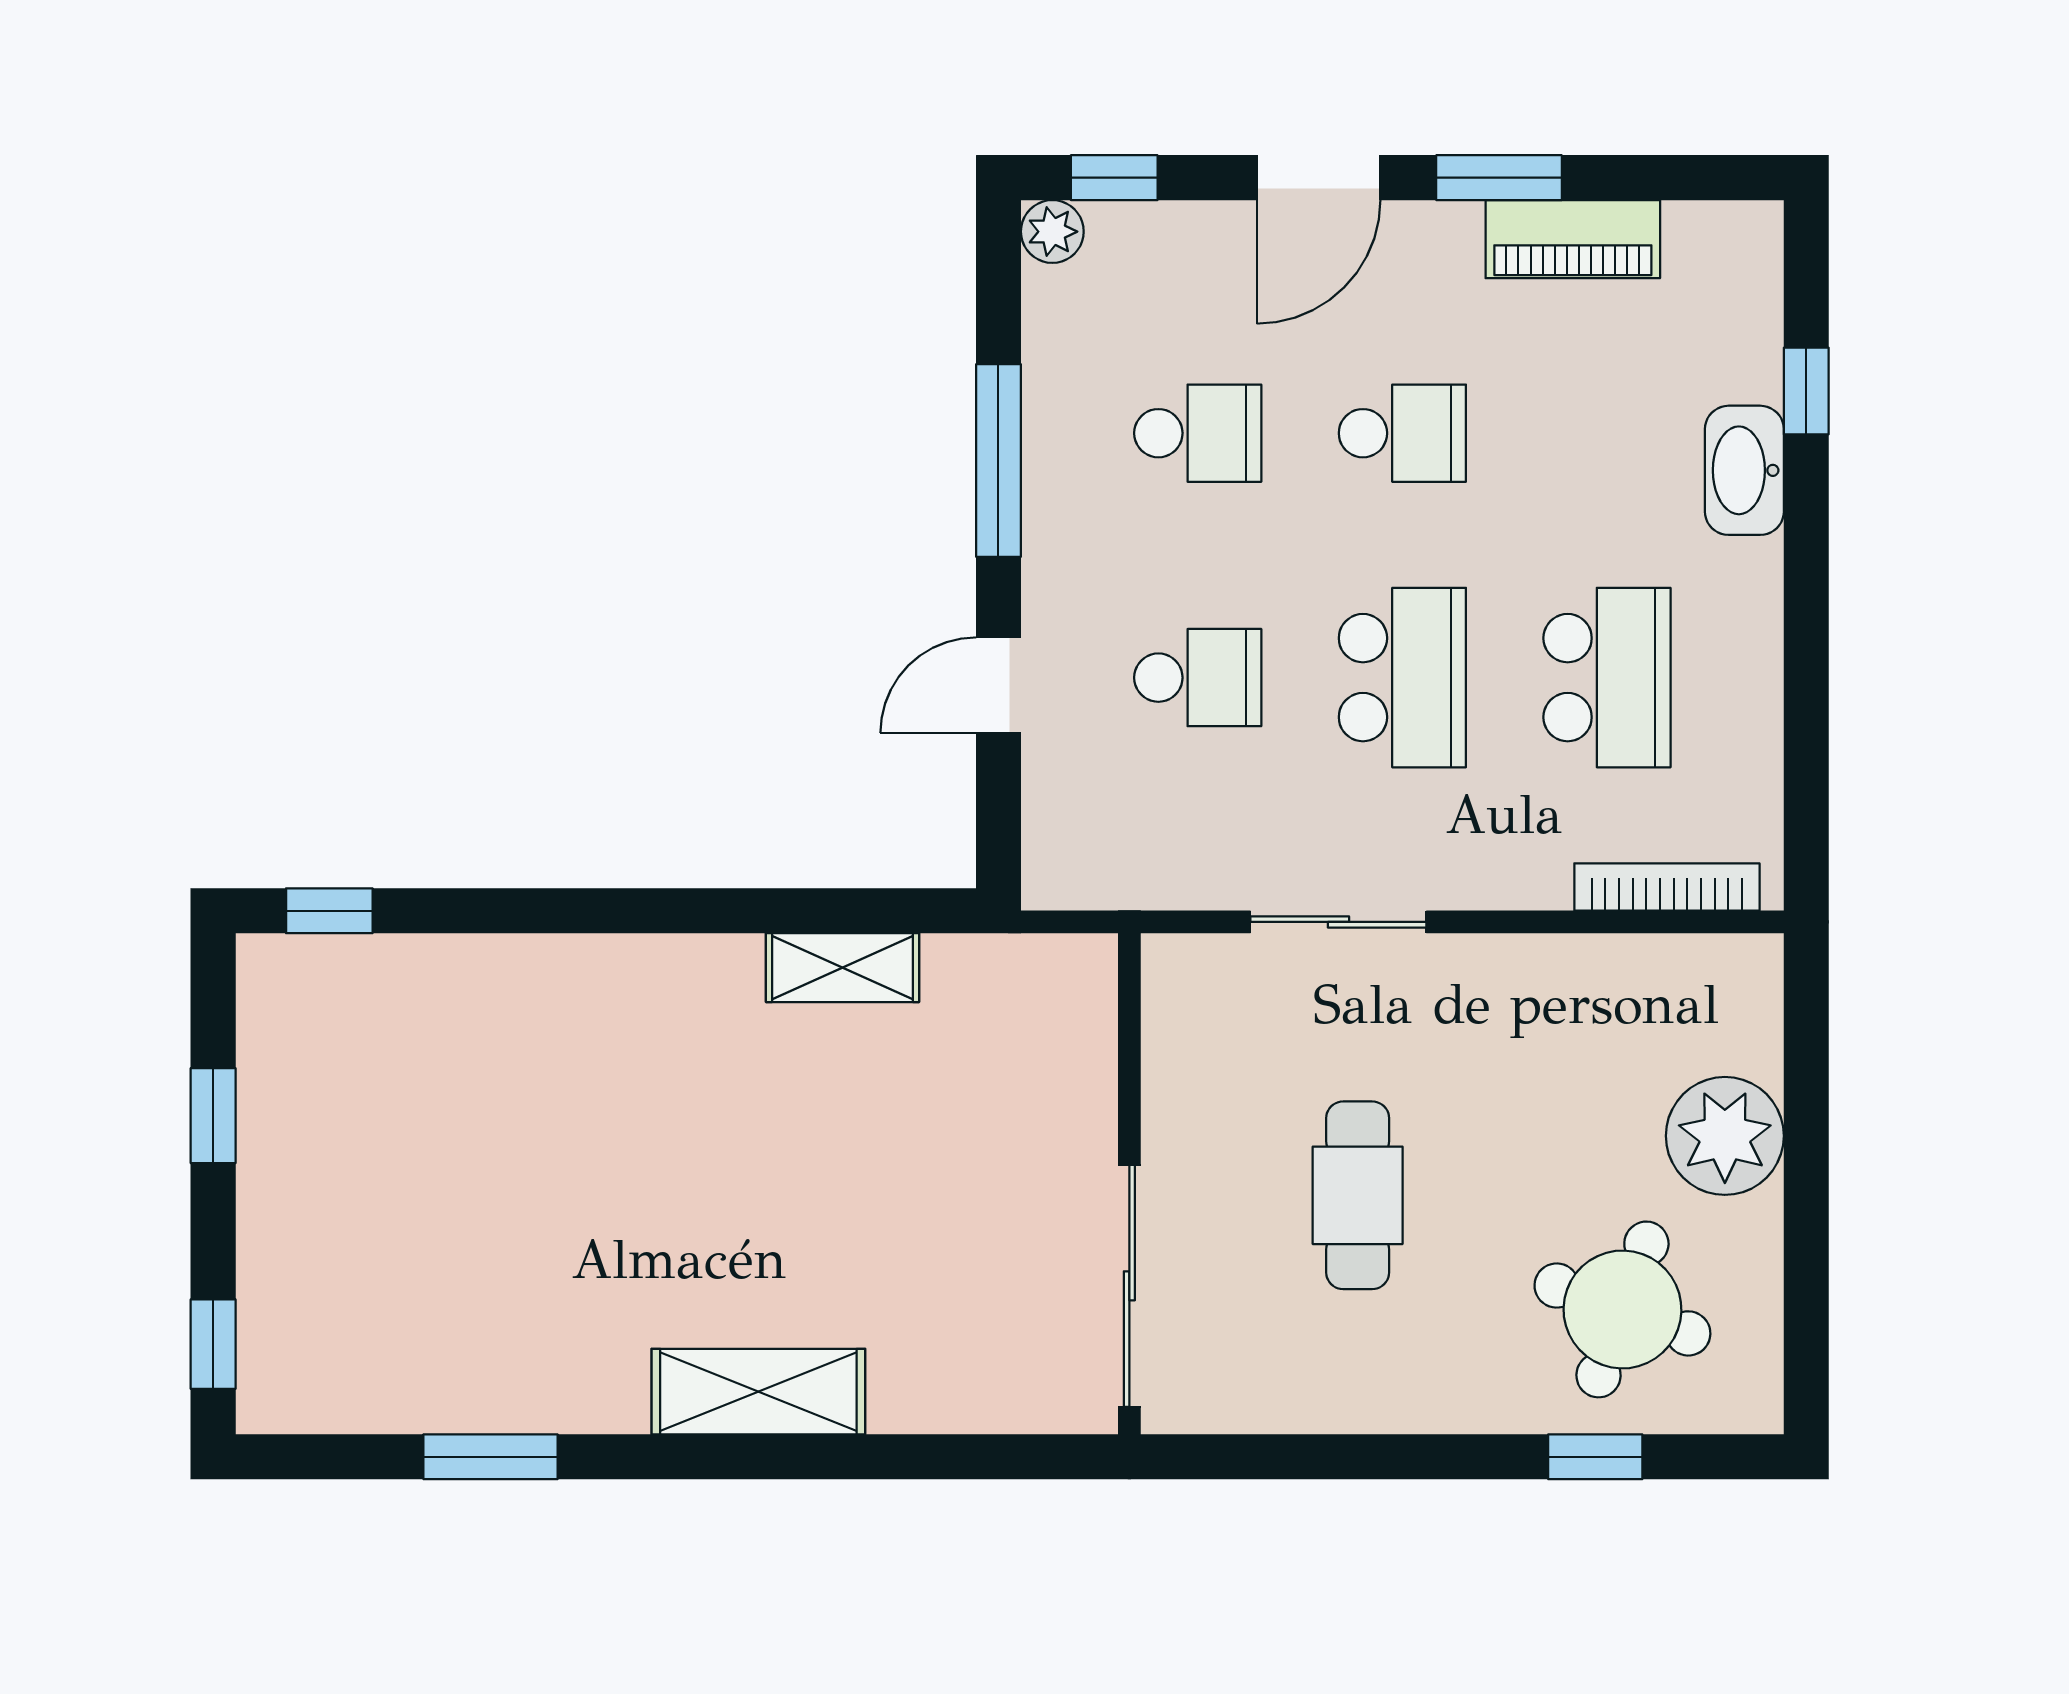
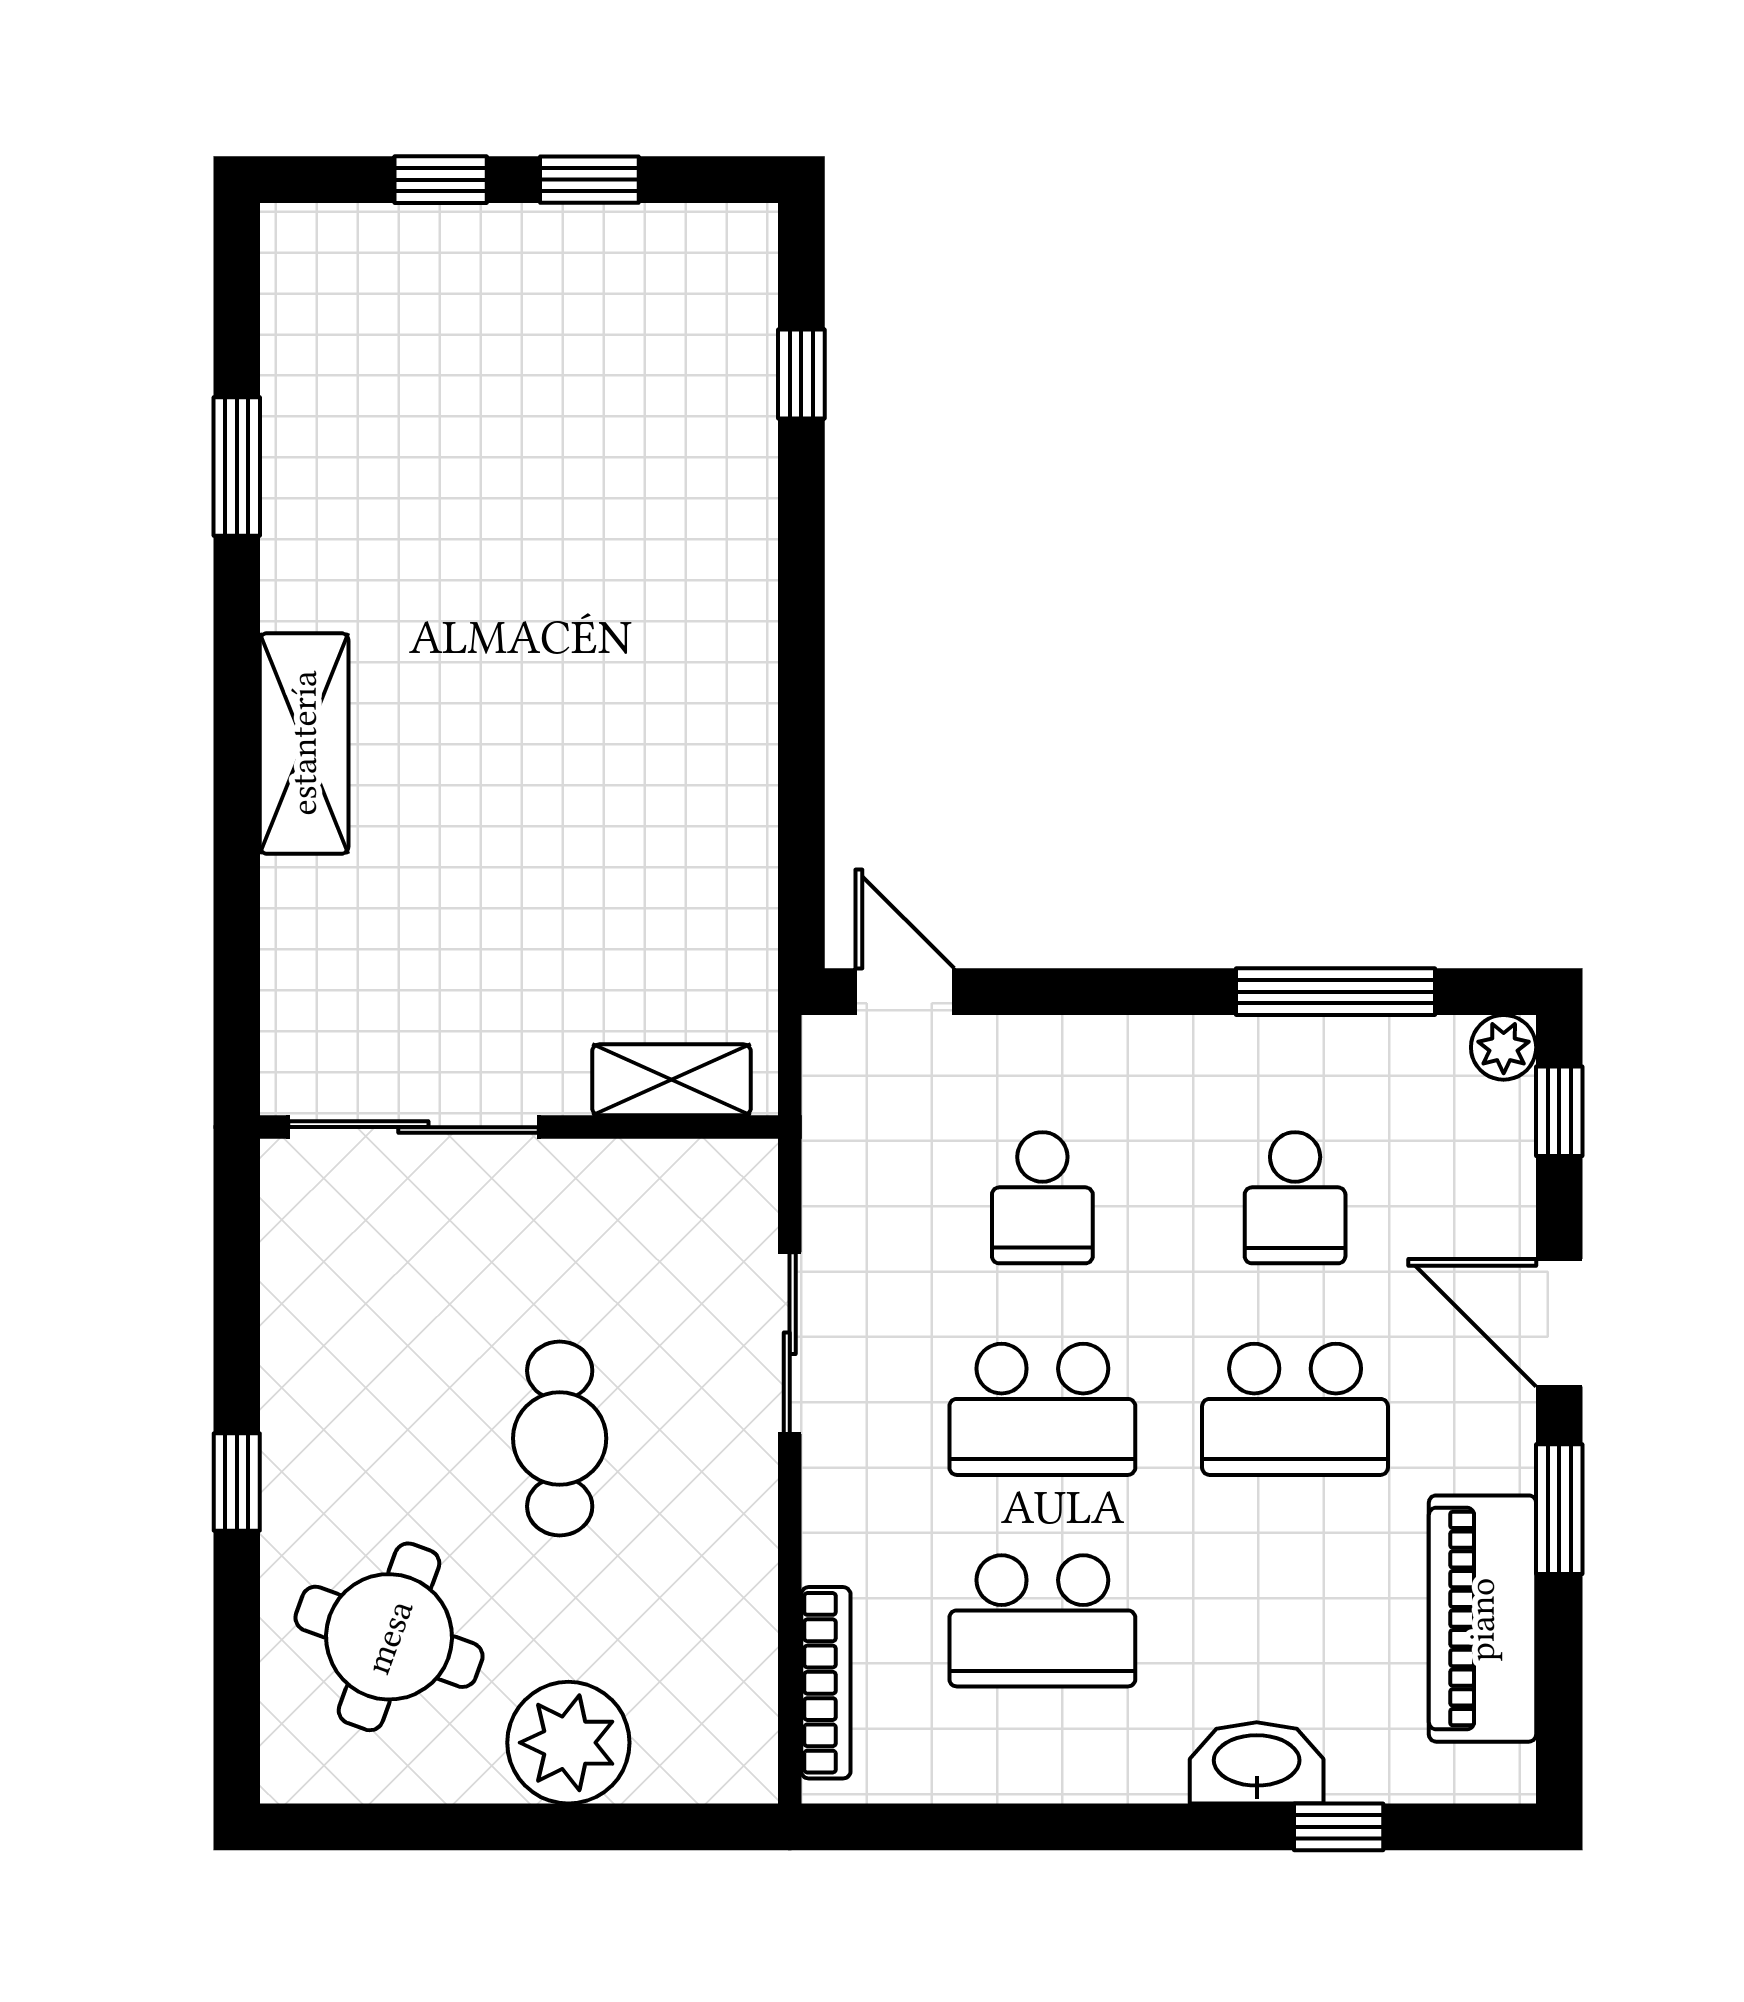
piano: (1573, 239) -> (1482, 1619), width x1.37, depth x1.33
school desk: (1402, 433) -> (1295, 1409), width x1.85
window: (998, 460) -> (1336, 992), moved
door: (998, 685) -> (905, 992), moved
window: (329, 911) -> (801, 374), moved
shelving: (842, 968) -> (671, 1080), moved, turned 90
cafe table: (1358, 1195) -> (560, 1438), moved, turned 90
window: (213, 1344) -> (441, 180), moved
window: (1595, 1457) -> (237, 1482), moved

